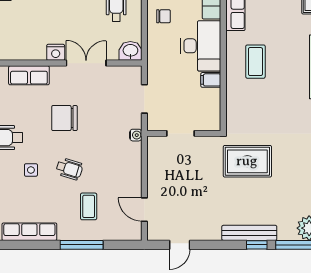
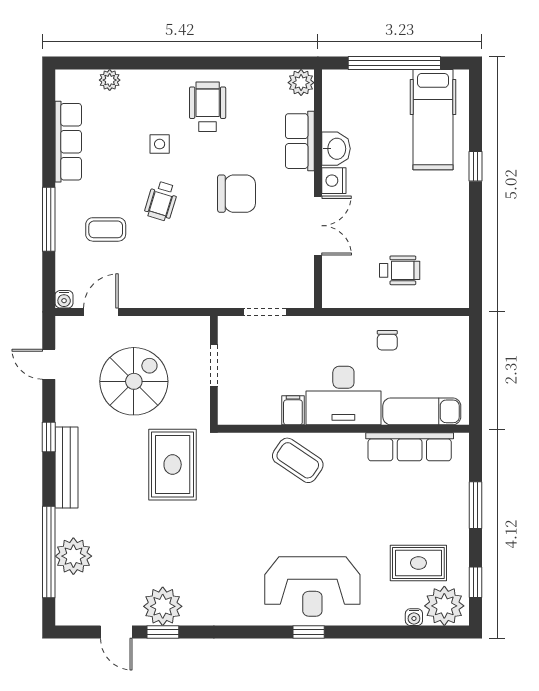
washbasin: (130, 51) -> (336, 149), moved
coffee table: (255, 62) -> (298, 460), moved, turned 34
chair: (64, 118) -> (237, 194), turned 90
water cooler: (136, 135) -> (64, 299), moved
spiral stairs: (191, 187) -> (134, 381), added
window: (257, 245) -> (49, 437), moved

